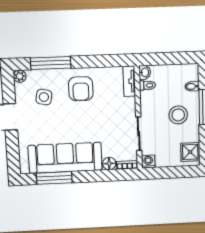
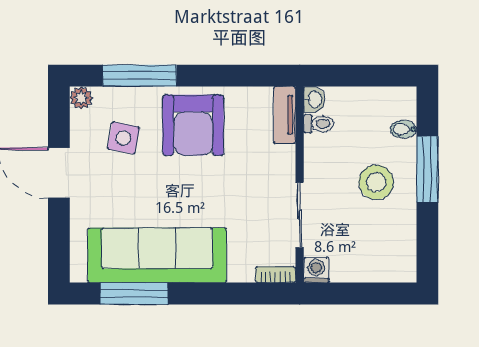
armchair: (81, 89) -> (193, 125), width x1.36, depth x1.36
shower: (190, 152) -> (398, 255), removed
floor lamp: (109, 164) -> (241, 270), removed

